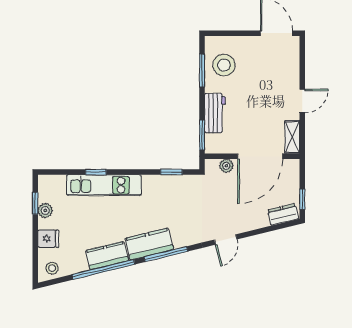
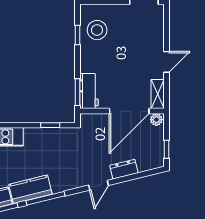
window: (202, 71) -> (78, 35), width x0.67
workbench: (215, 113) -> (89, 91), moved
plant: (226, 166) -> (156, 120), moved
dresser: (283, 214) -> (124, 169), moved

